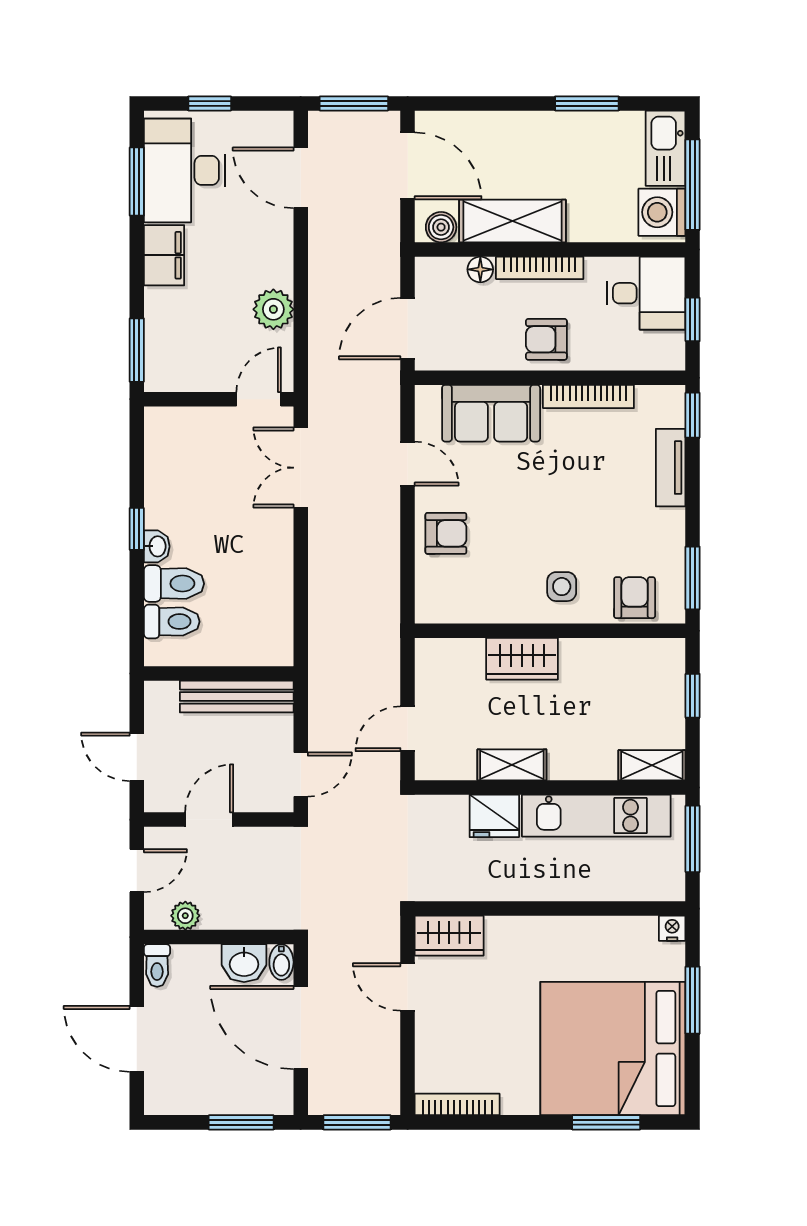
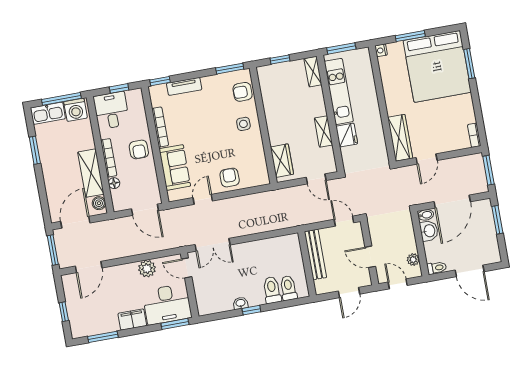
desk: (185, 170) -> (167, 304), moved
washbasin: (157, 546) -> (241, 303), moved
wardrobe: (522, 659) -> (282, 161), moved
wardrobe: (449, 936) -> (400, 138), width x1.50
door: (137, 1039) -> (470, 271), hinge flipped
bookcase: (457, 1104) -> (474, 135), width x0.64

